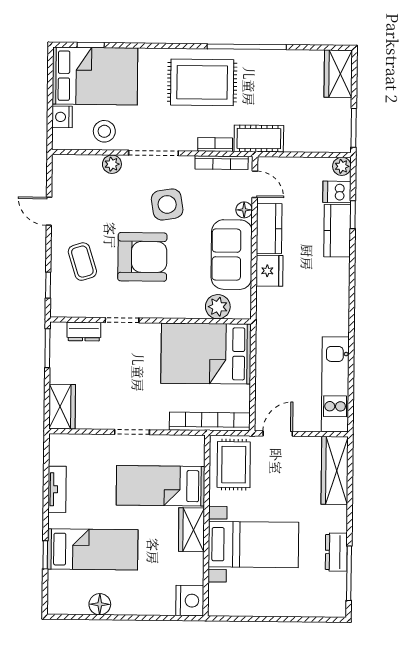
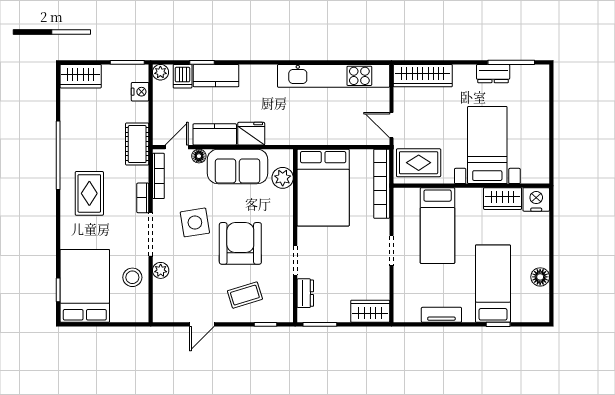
rug: (202, 82) -> (89, 193), width x0.73, depth x0.70
nightstand: (62, 117) -> (140, 92), moved, turned -90
bookcase: (215, 144) -> (143, 198), moved
kitchen unit: (335, 384) -> (334, 76), width x1.36
wardrobe: (191, 530) -> (503, 199), moved

